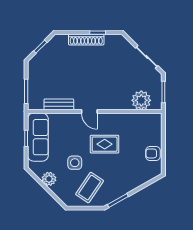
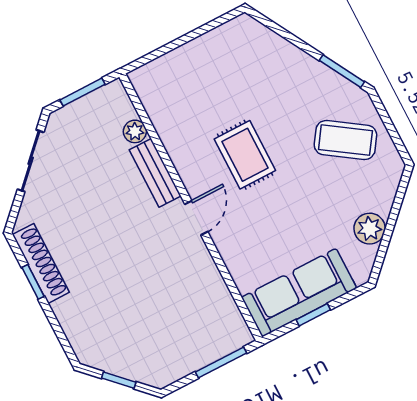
shoe rack: (86, 40) -> (41, 263), moved
plant: (141, 100) -> (135, 131), width x0.53, depth x0.53
bench: (59, 104) -> (155, 173), moved
armchair: (153, 153) -> (214, 50), removed
side table: (75, 163) -> (312, 194), removed

